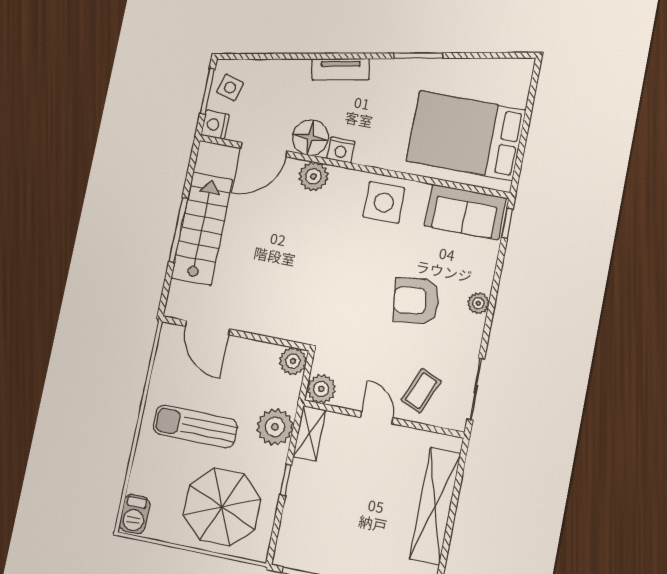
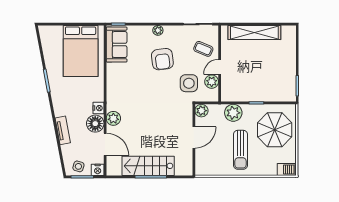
tv unit: (341, 69) -> (63, 130), moved
side table: (384, 203) -> (189, 83), moved
door: (207, 328) -> (194, 137), moved
plant: (321, 389) -> (212, 82), moved
shelving: (309, 433) -> (233, 96), removed

